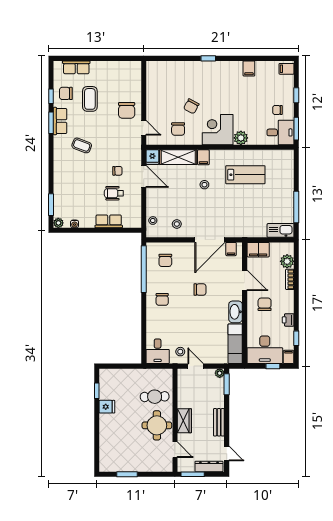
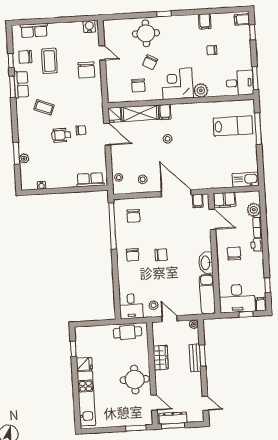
water cooler: (132, 67) -> (89, 27), added
round table: (189, 77) -> (146, 33), added
window: (296, 95) -> (252, 32), moved
chair: (277, 110) -> (212, 50), moved
door: (144, 128) -> (102, 53), moved
lab bench: (245, 175) -> (233, 126), moved
wheelchair: (114, 193) -> (61, 135), moved
window: (51, 205) -> (16, 153), moved
window: (296, 207) -> (258, 129), moved
row of seats: (109, 221) -> (90, 180), moved
plant: (58, 223) -> (24, 159), moved
door: (210, 240) -> (176, 193), swing flipped
door: (245, 280) -> (212, 219), moved
chair: (200, 289) -> (161, 255), moved
printer: (288, 320) -> (257, 245), moved
window: (227, 384) -> (202, 355), moved
cafe table: (155, 397) -> (128, 332), moved
wardrobe: (184, 421) -> (161, 357), moved
bench: (219, 422) -> (195, 358), moved
kitchen unit: (107, 442) -> (86, 399), added
dresser: (209, 466) -> (173, 418), moved
window: (127, 474) -> (136, 428), moved

